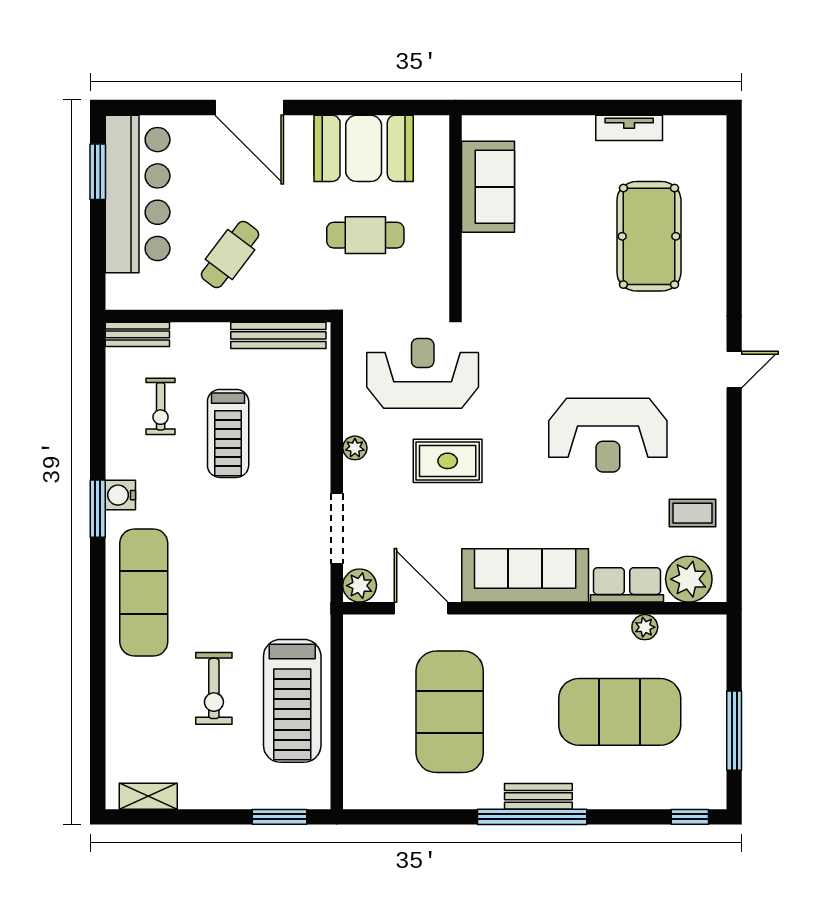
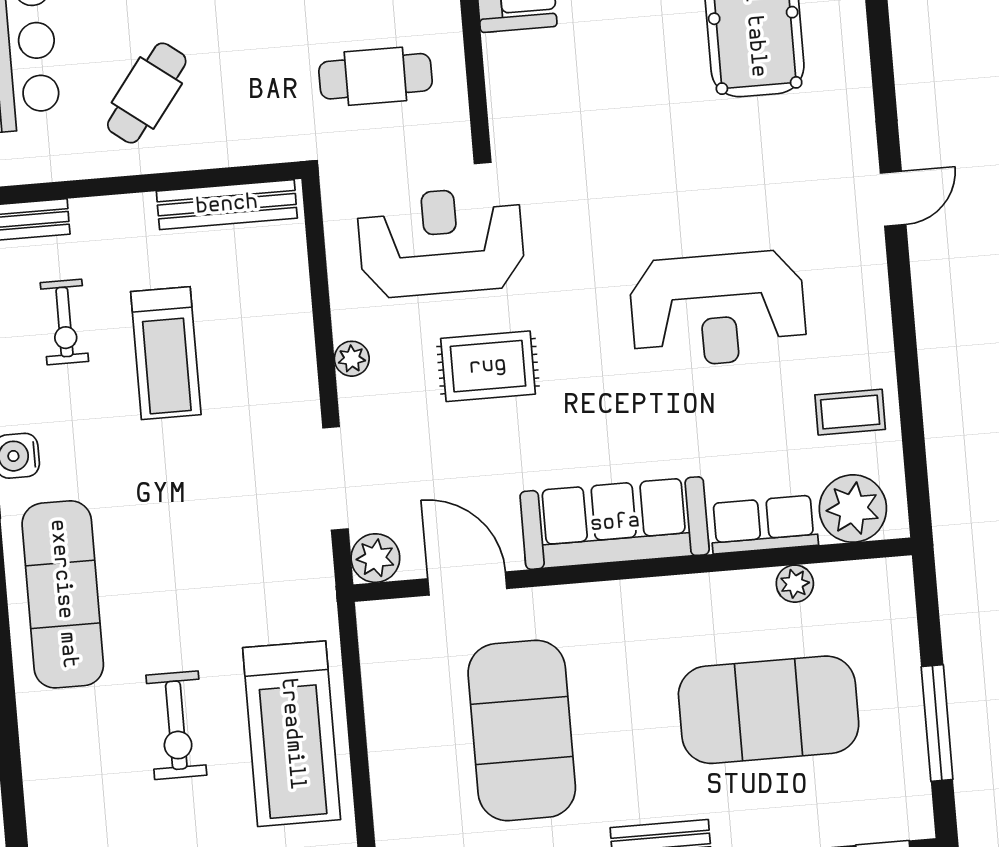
cafe table: (365, 235) -> (375, 76), moved

